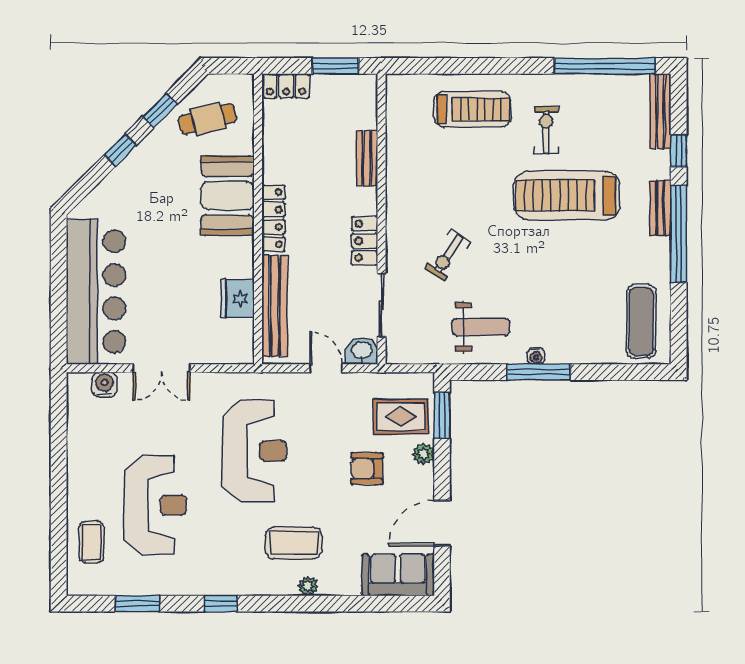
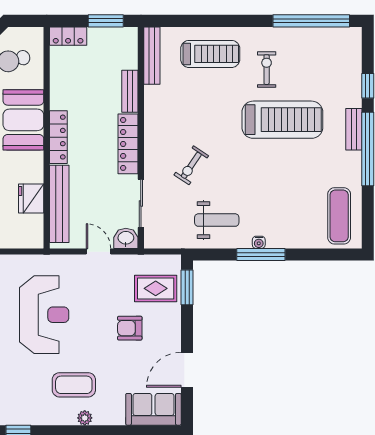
bench: (660, 111) -> (152, 56), moved
treadmill: (567, 195) -> (282, 120), turned 180
locker: (365, 241) -> (128, 144), width x1.53
plant: (424, 454) -> (173, 317), removed

